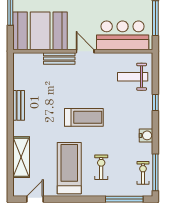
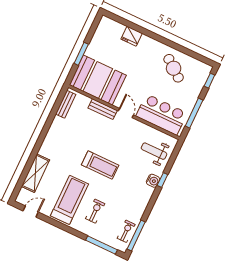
bench: (19, 105) -> (66, 104), moved
water cooler: (146, 135) -> (153, 181), moved

